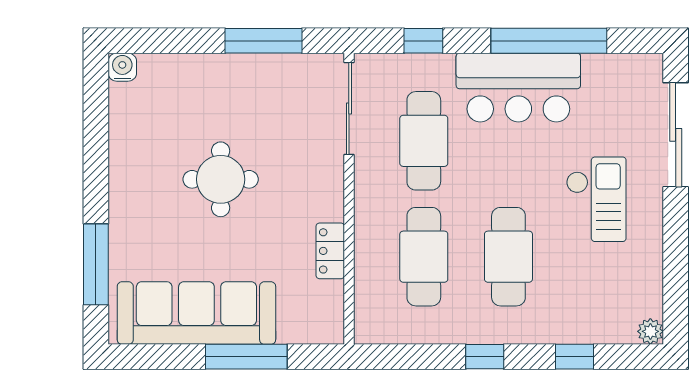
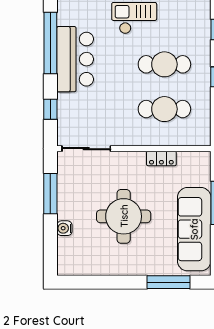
water cooler: (122, 67) -> (64, 228), moved
cafe table: (424, 141) -> (103, 109), removed
round table: (221, 179) -> (124, 216), width x1.36, depth x1.36

